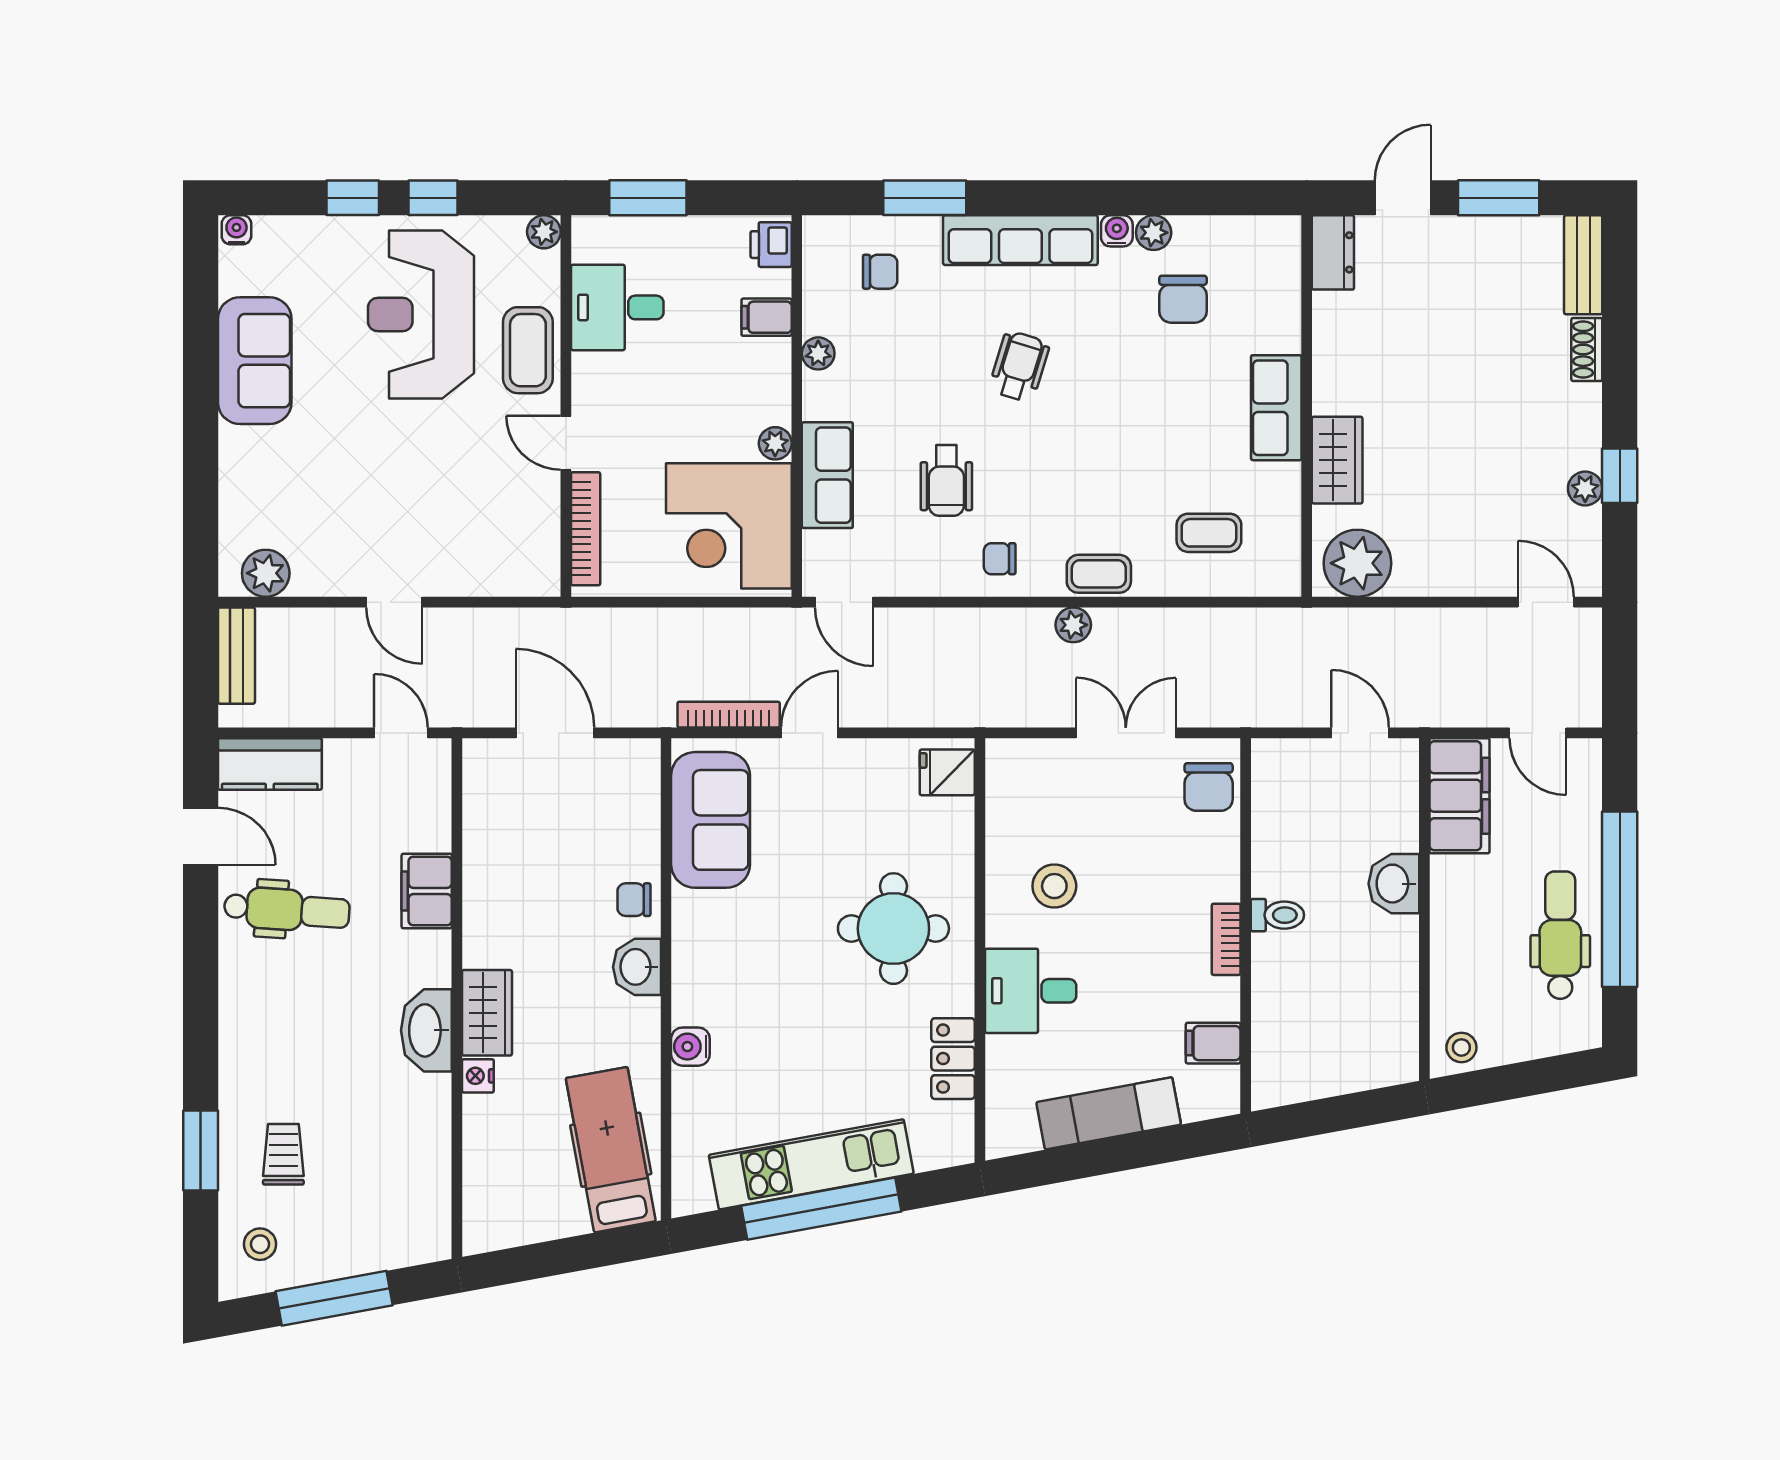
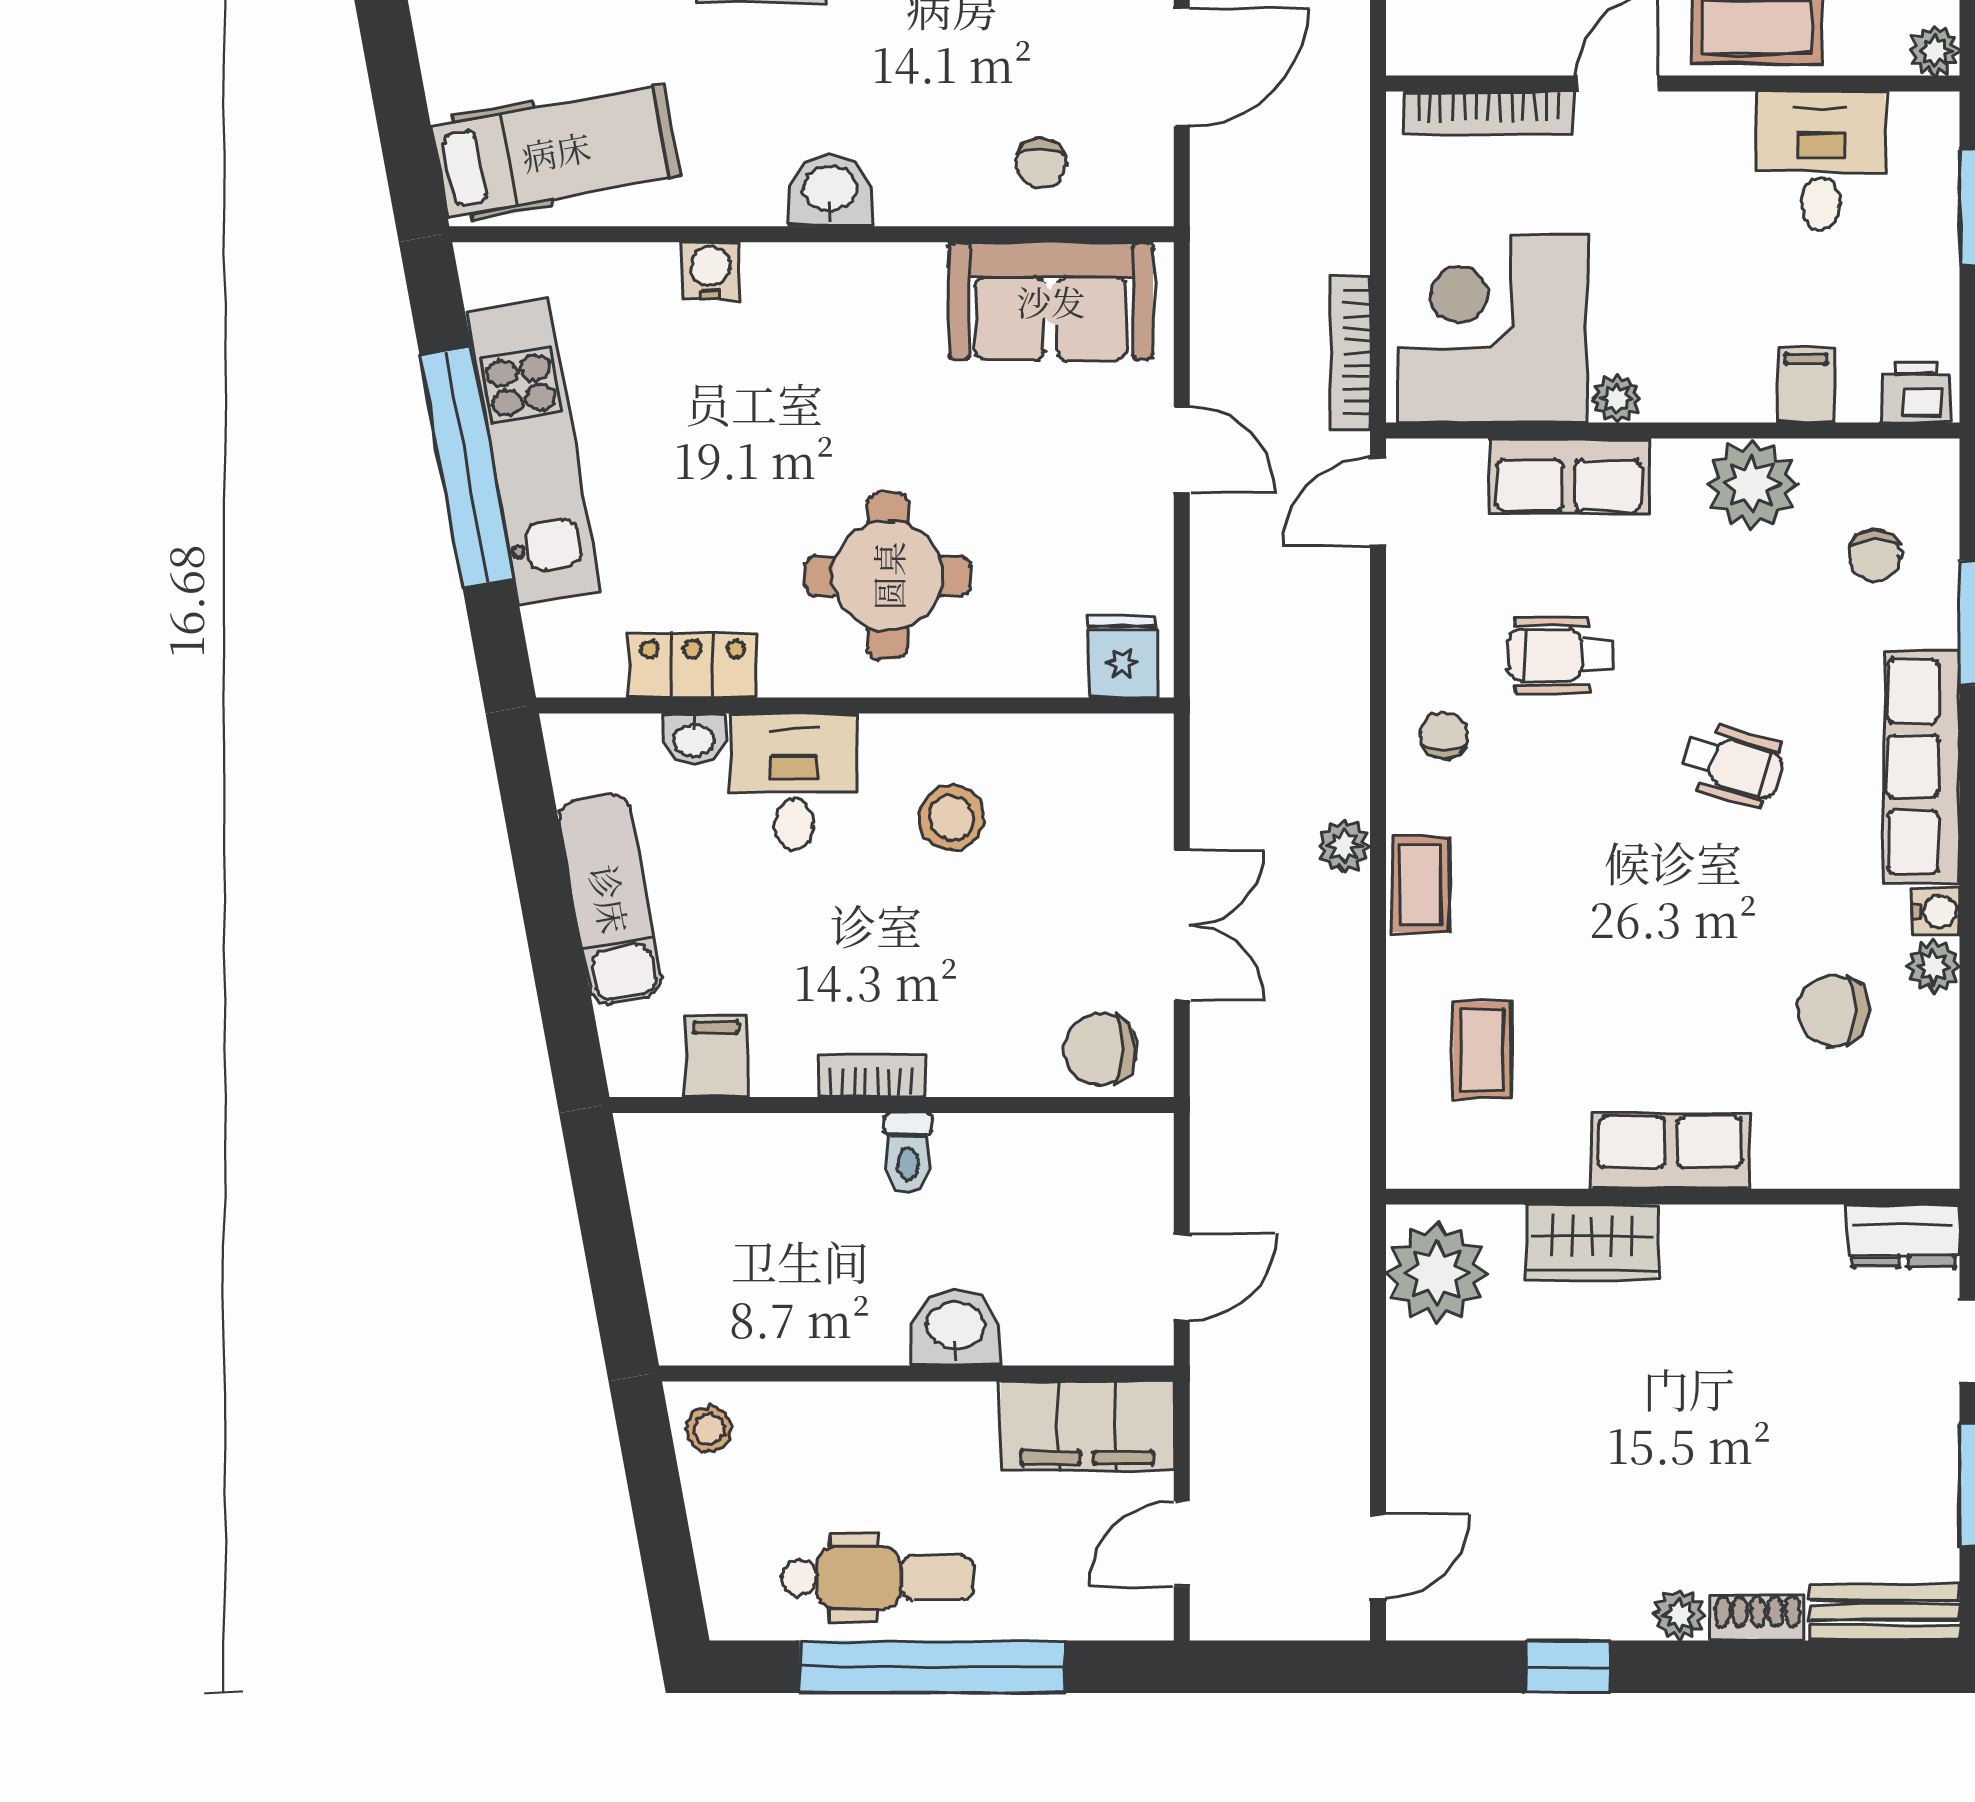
plant: (818, 353) -> (1752, 484), width x1.87, depth x1.87
plant: (1585, 489) -> (1679, 1615), moved
bookcase: (729, 715) -> (1351, 352), moved, turned 180
chair: (634, 900) -> (1041, 163), moved, turned 180
washbasin: (1002, 1057) -> (694, 739), added

